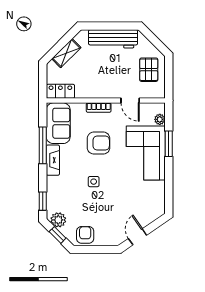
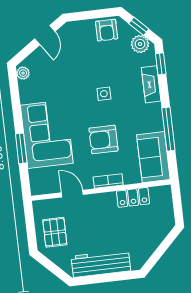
shelving: (66, 53) -> (154, 240), removed
locker: (60, 91) -> (133, 197), moved
plant: (160, 119) -> (23, 73), moved
fireplace: (53, 160) -> (151, 84), moved

